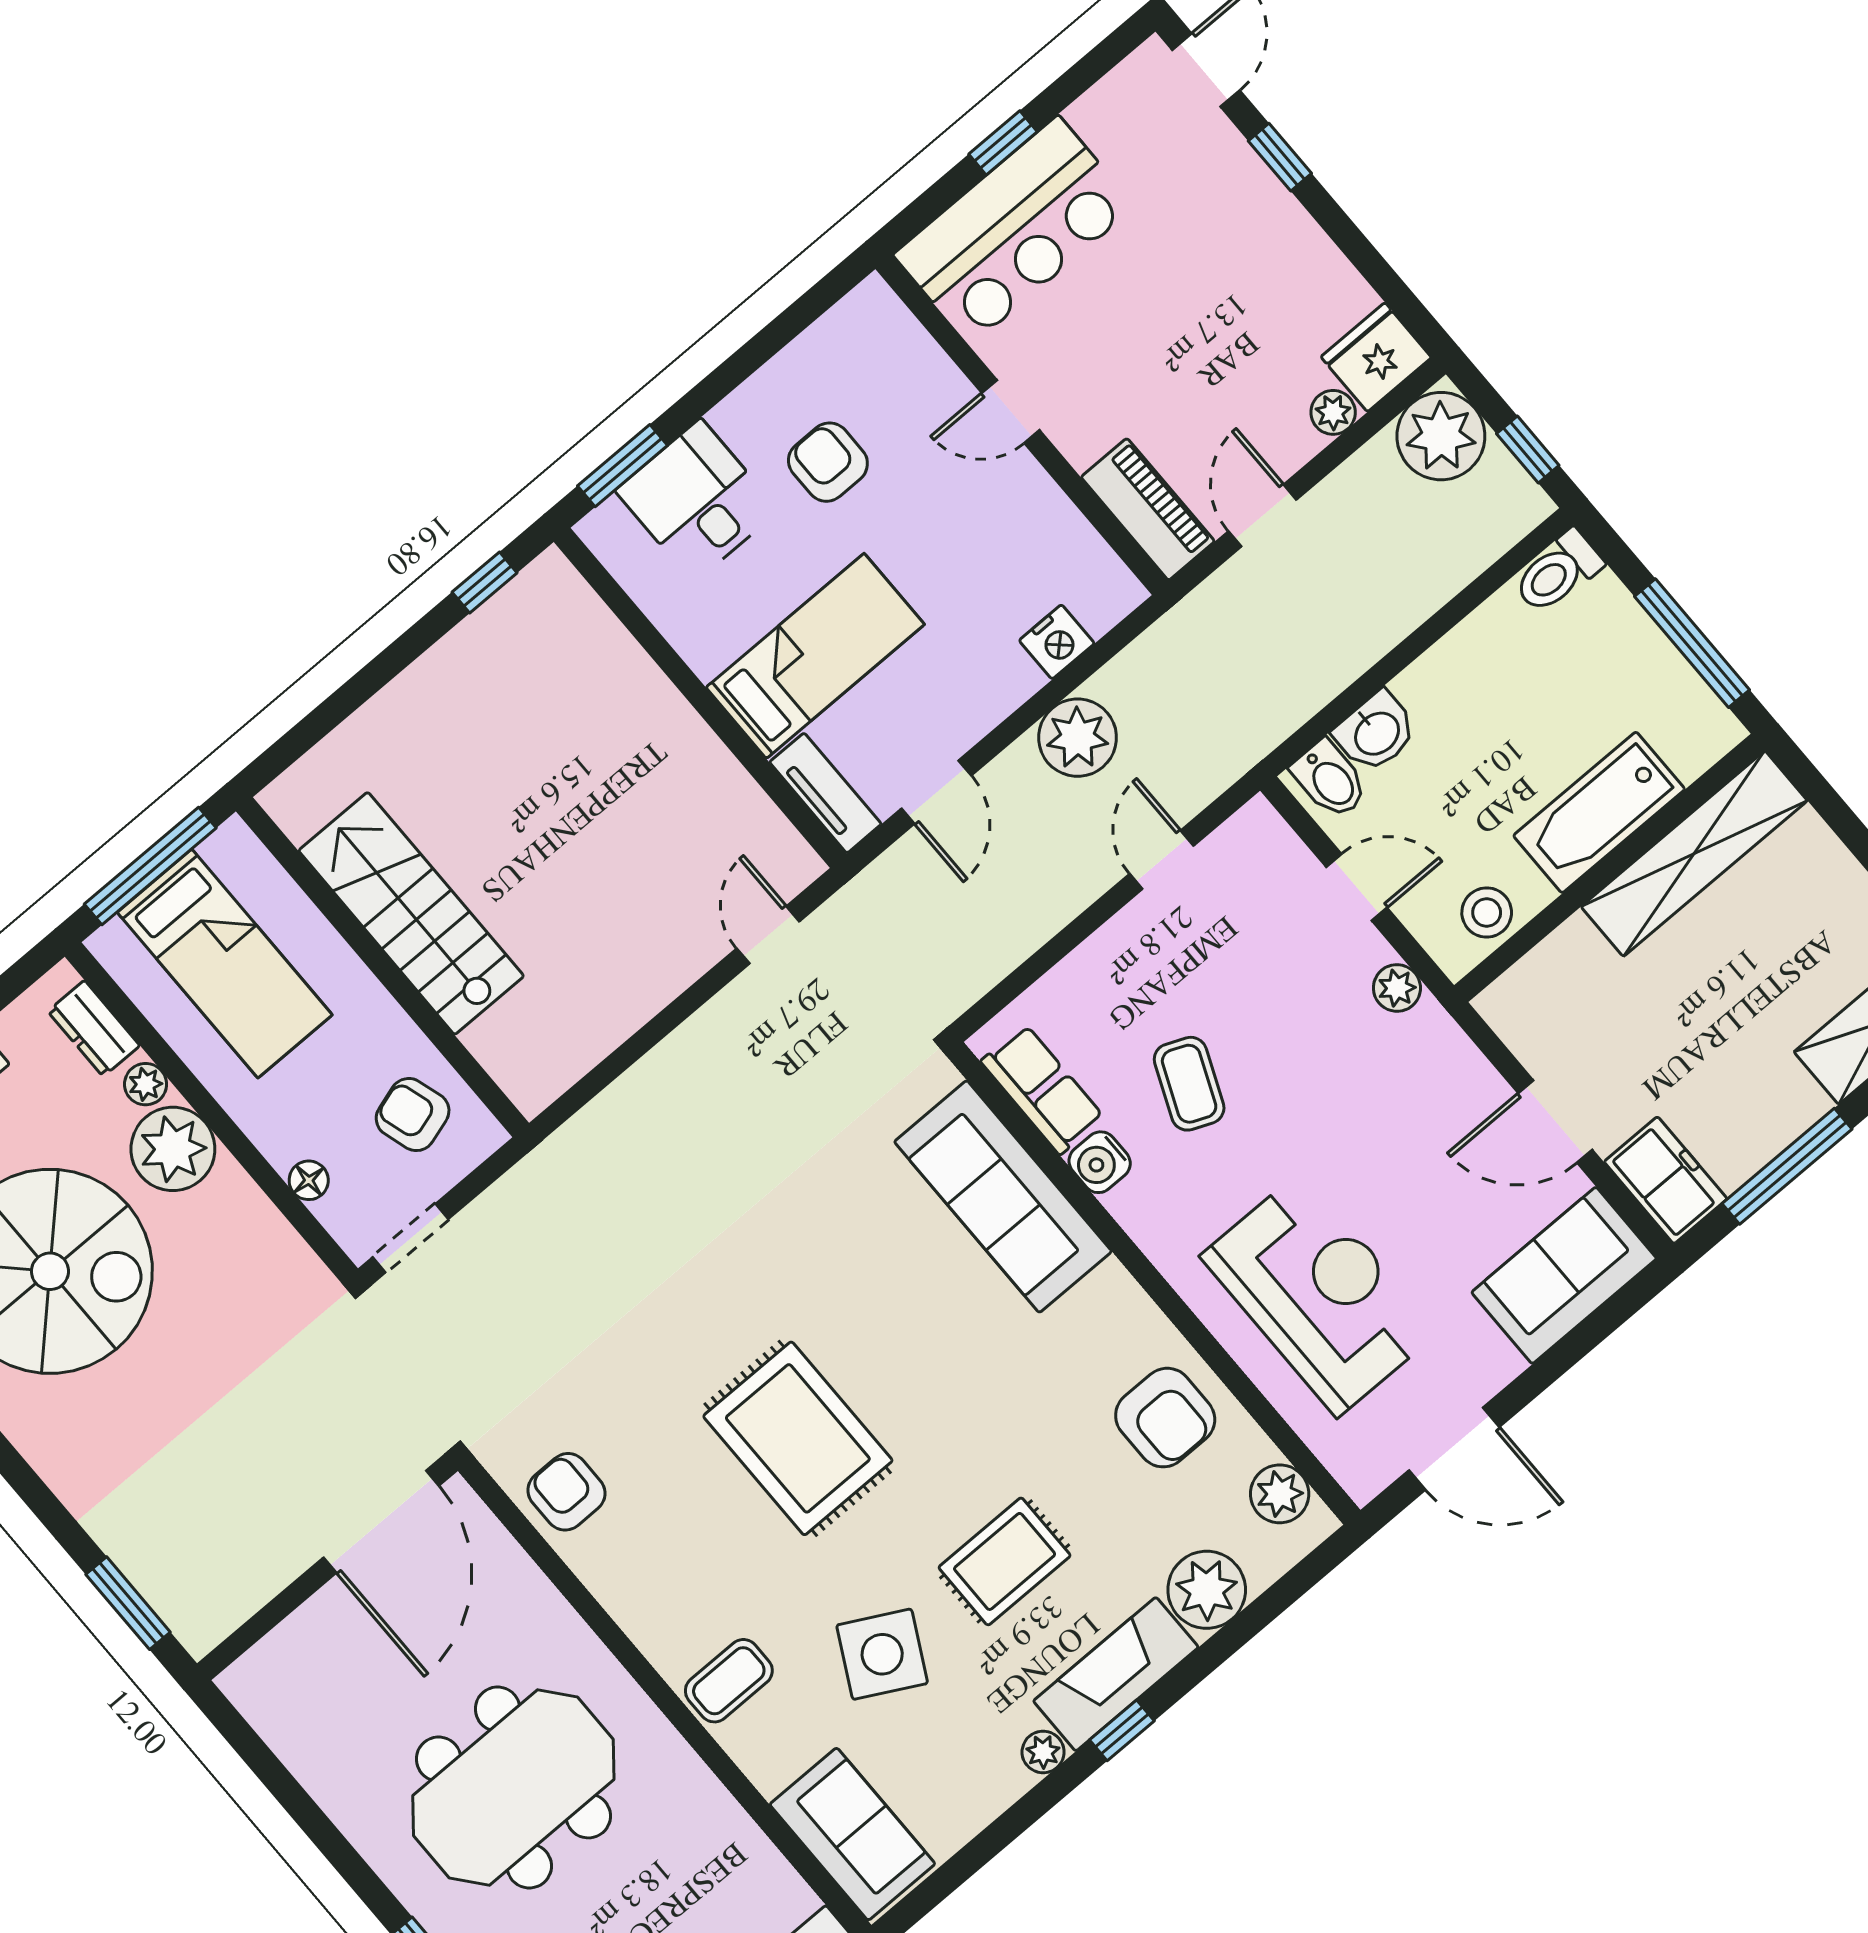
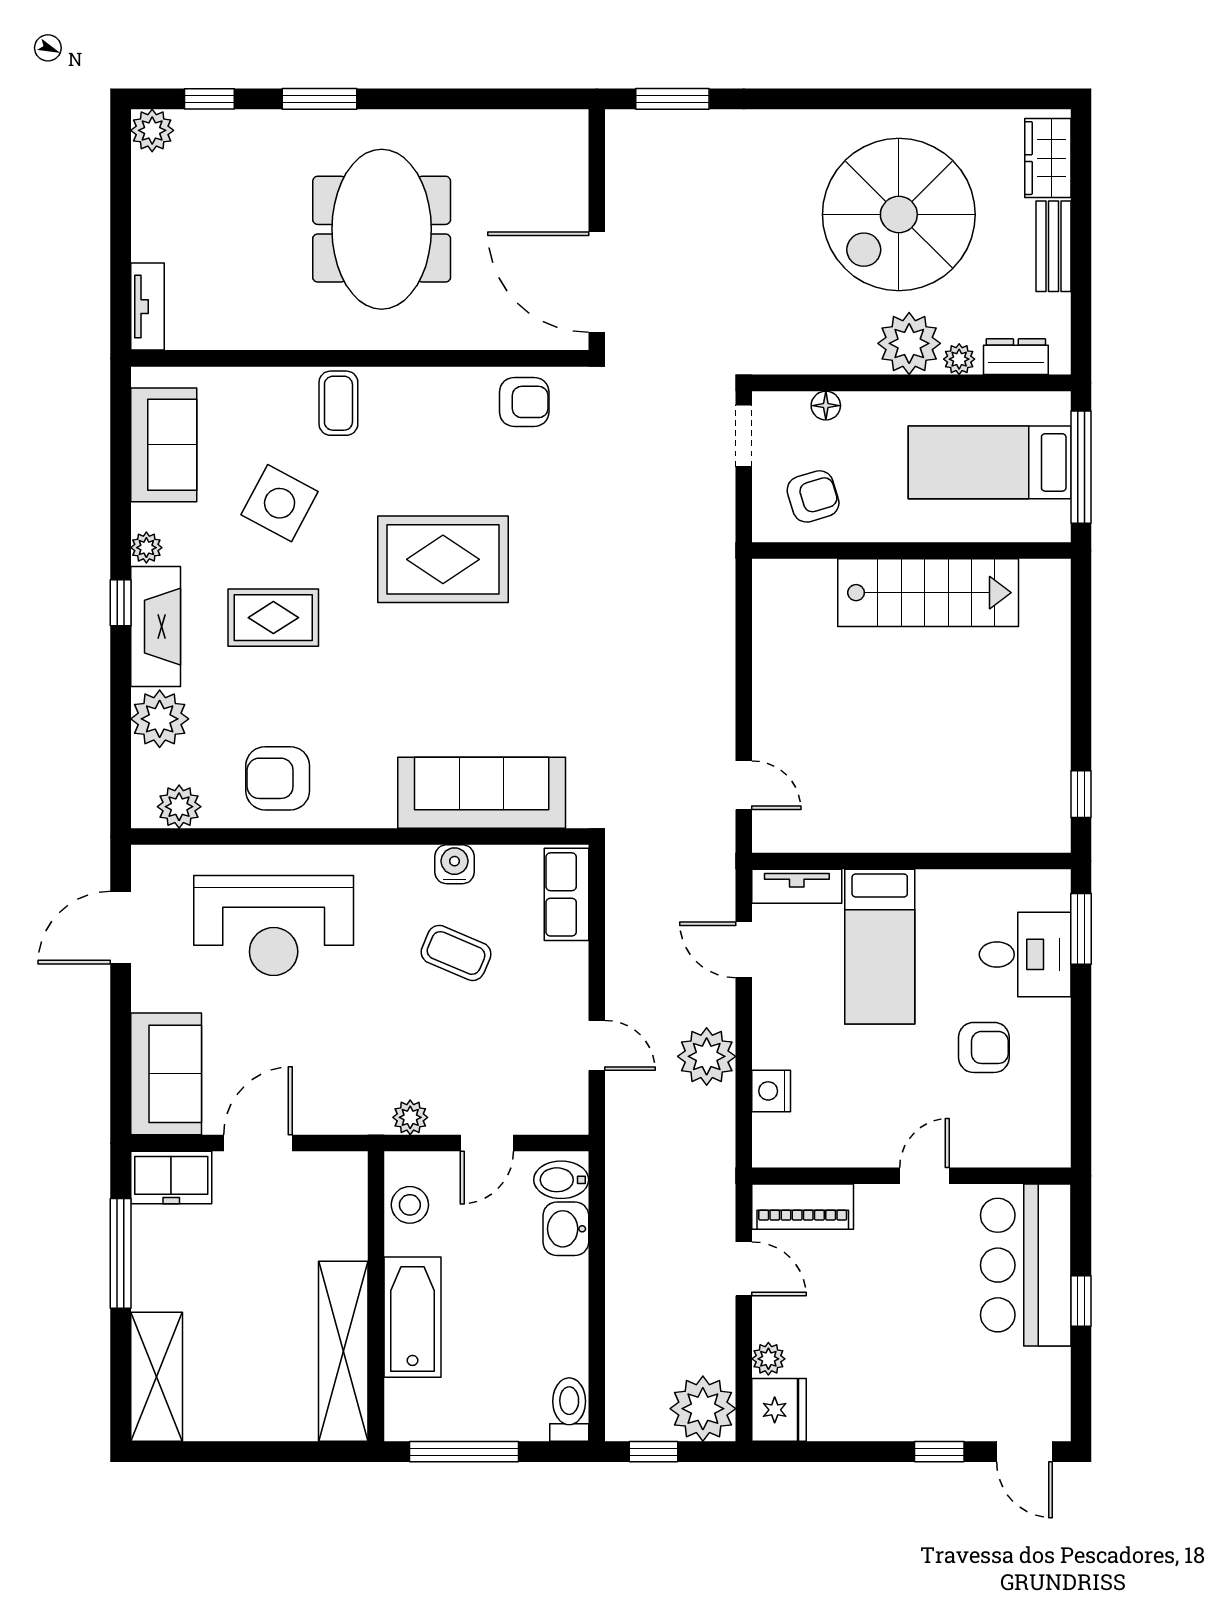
row of seats: (1042, 1089) -> (566, 894), moved, turned 90
rug: (1005, 1561) -> (273, 618), turned 90
sofa: (852, 1834) -> (164, 445), moved, turned -90

